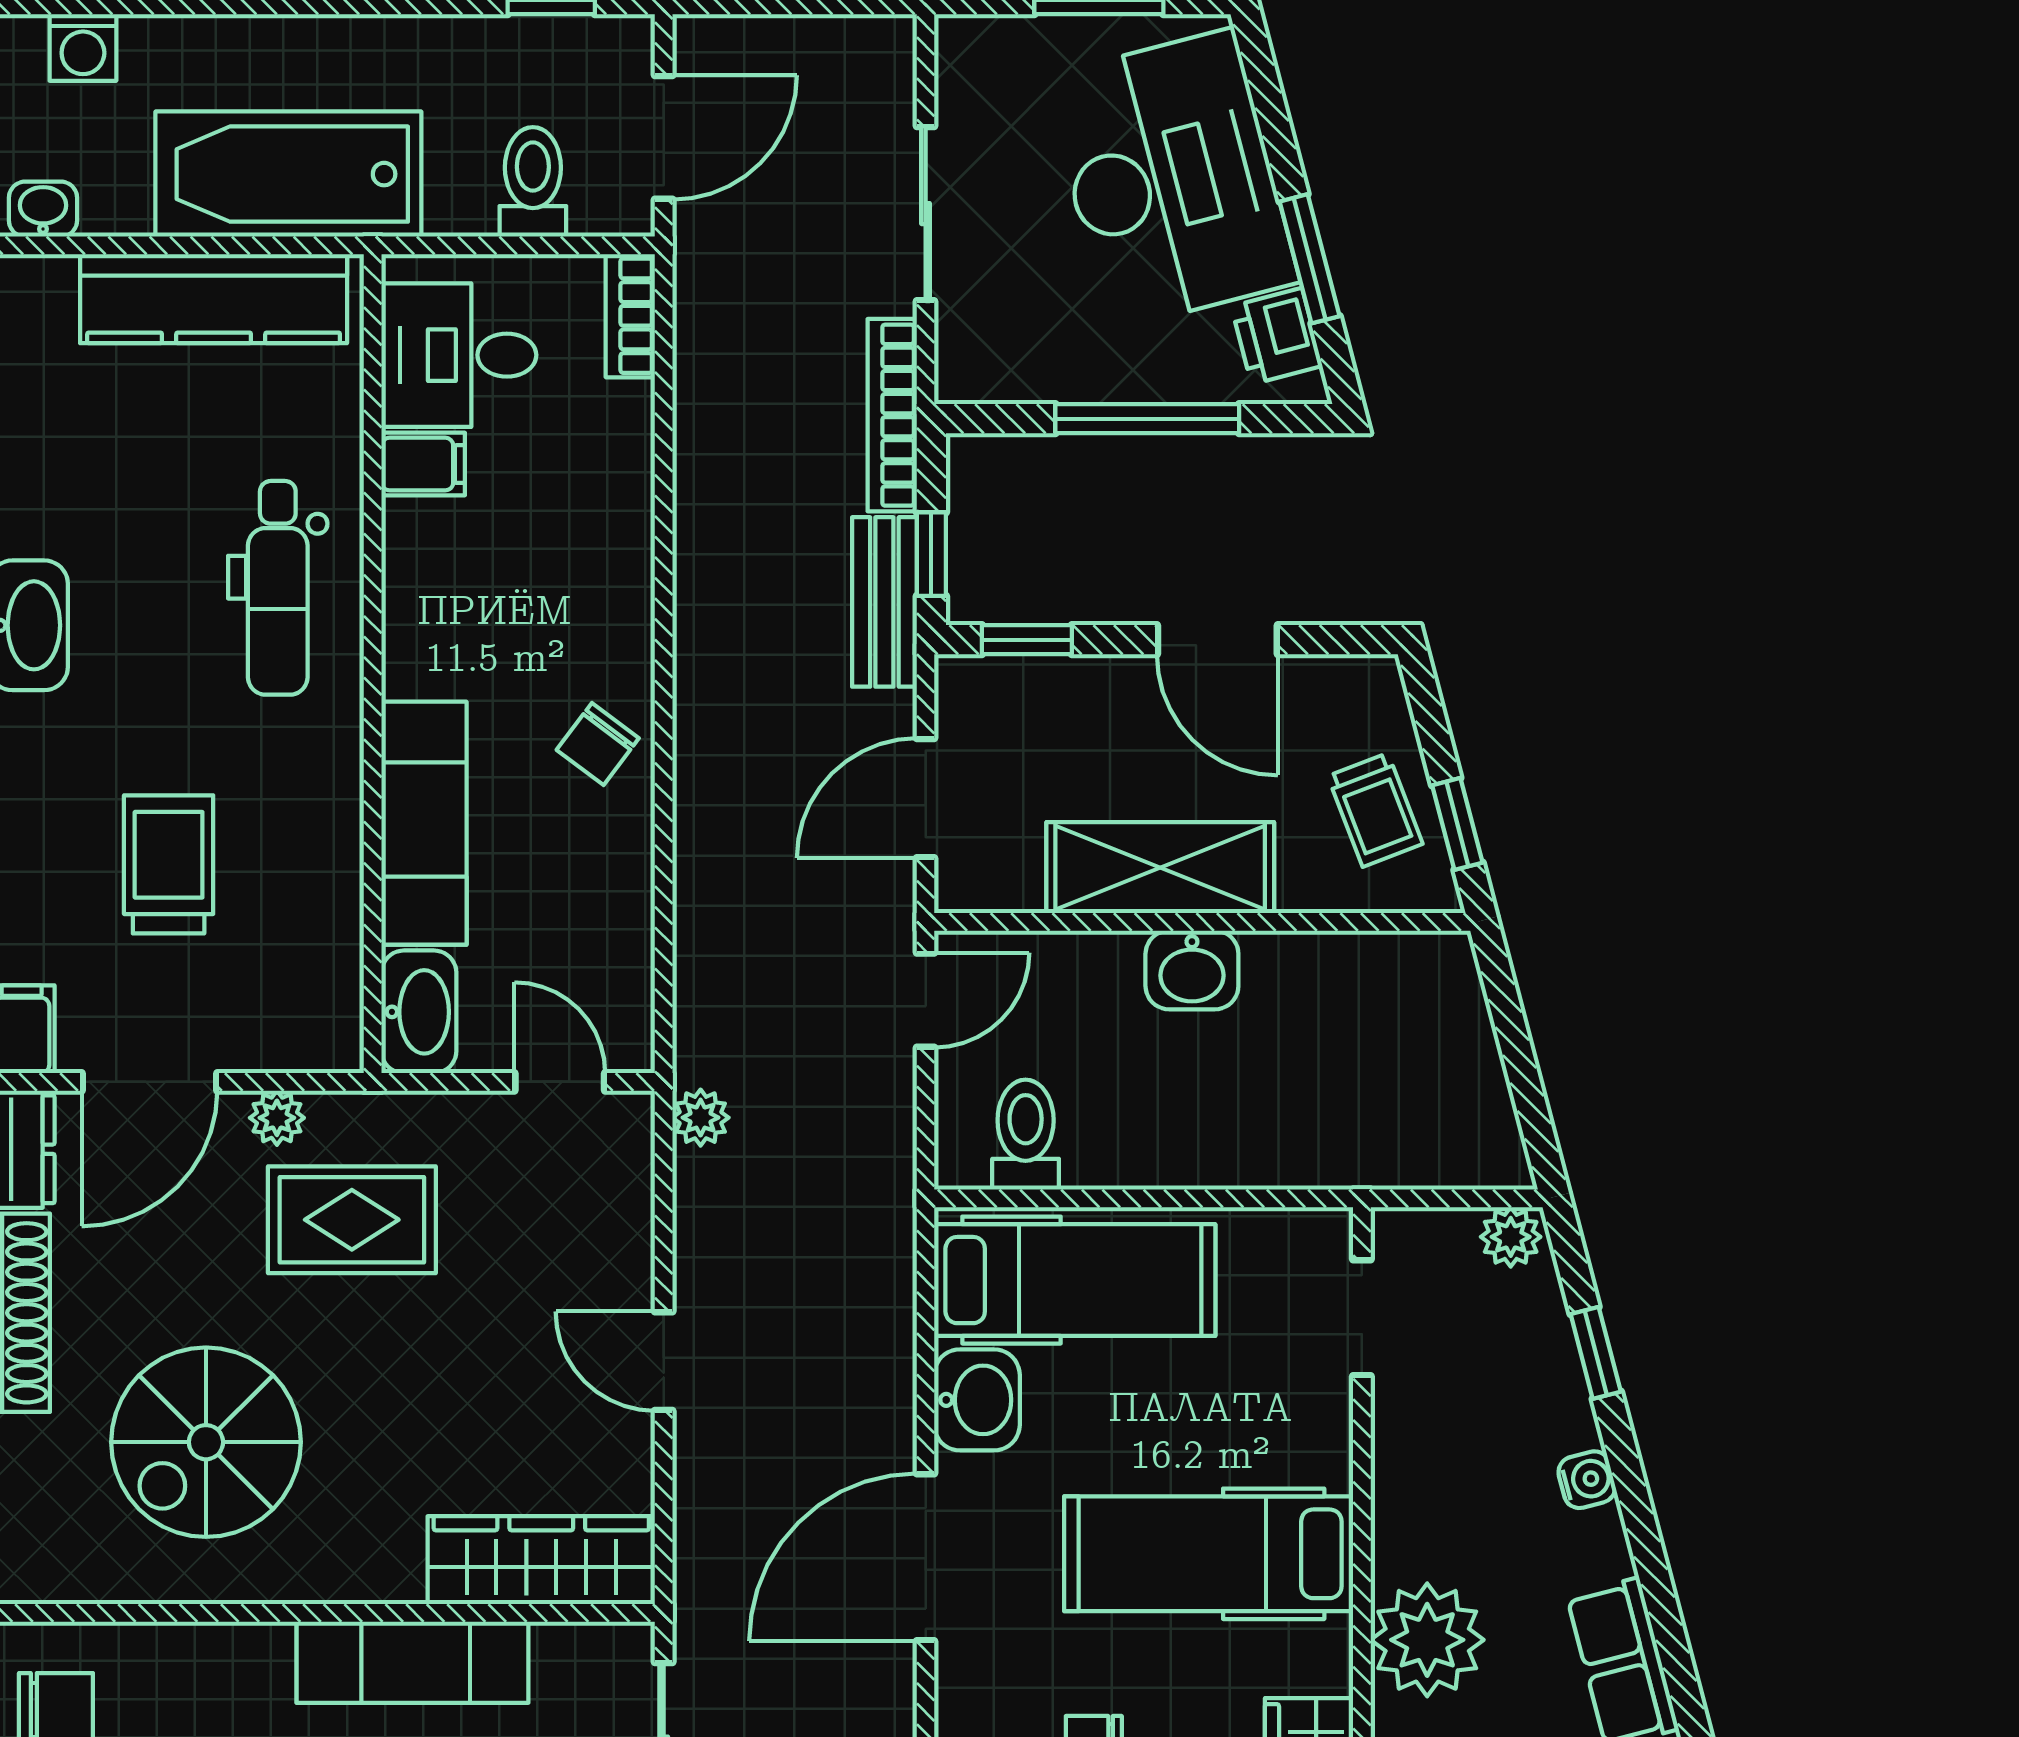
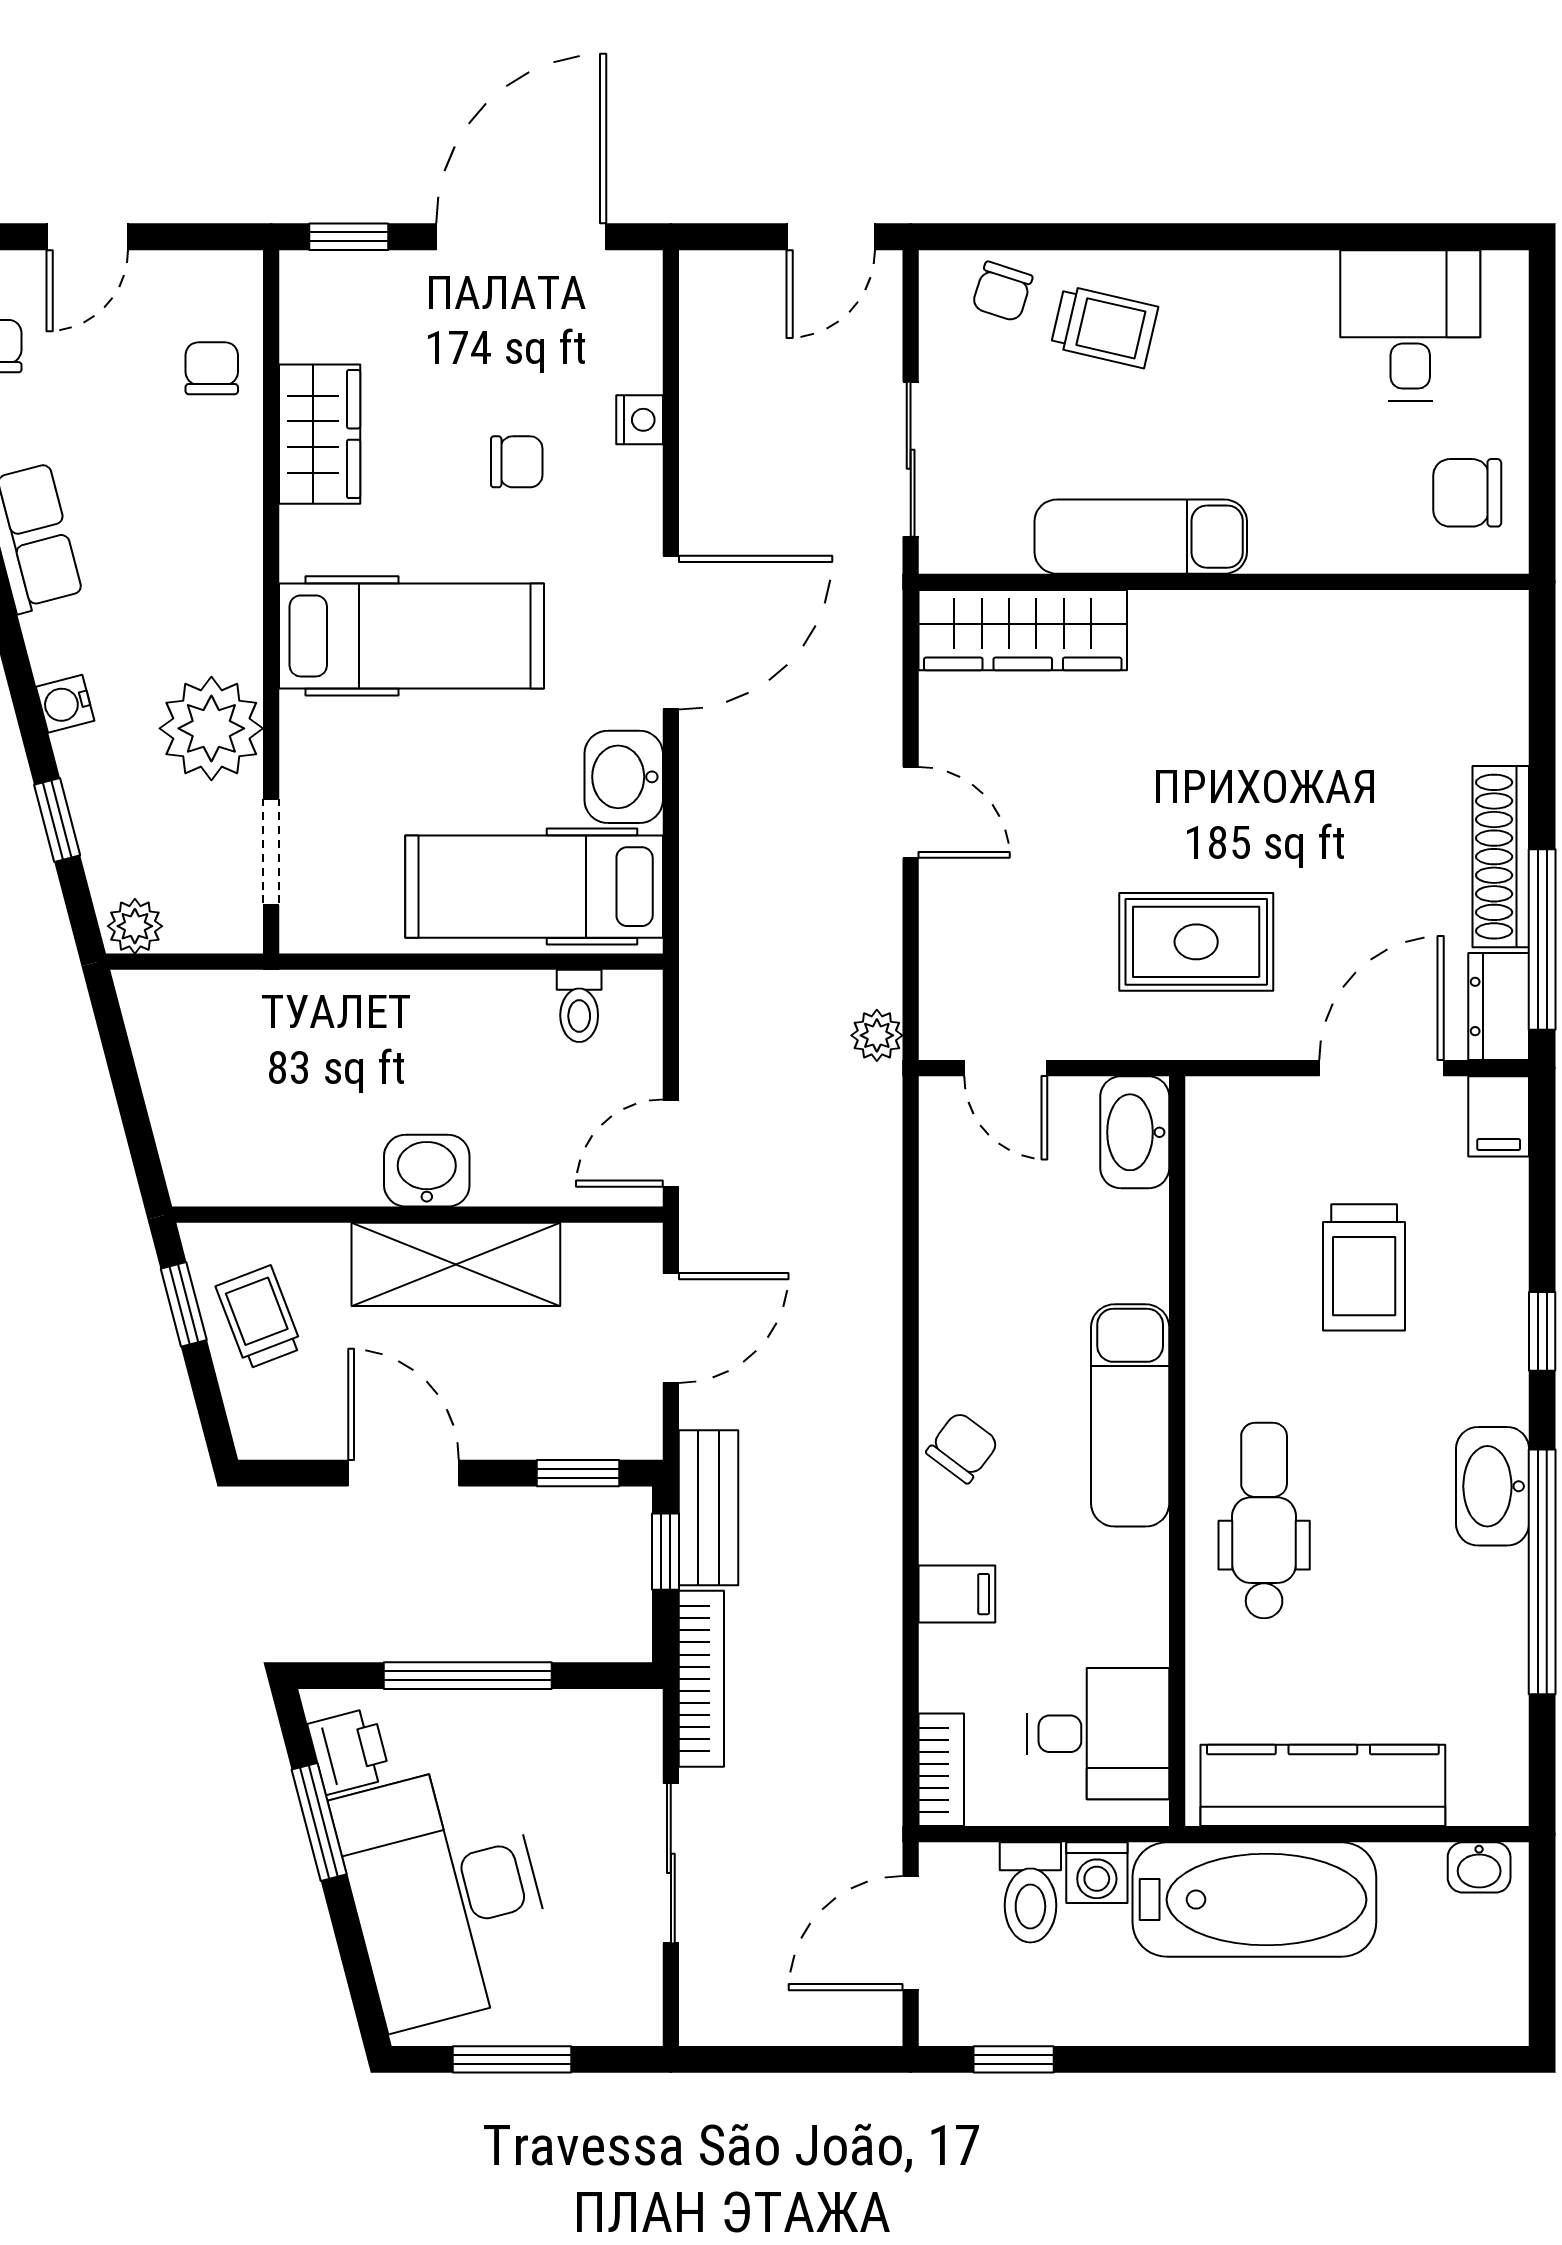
washing machine: (83, 47) -> (1097, 1873), moved, turned 180
filing cabinet: (423, 464) -> (957, 1594), moved, turned 180
chair: (598, 744) -> (963, 1447), moved
exam couch: (424, 823) -> (1130, 1415), moved
plant: (277, 1118) -> (1265, 1035), removed
toilet: (1026, 1135) -> (579, 1006), width x0.73, depth x0.72
spiral stairs: (206, 1442) -> (1330, 738), removed
plant: (1427, 1640) -> (211, 728), moved

